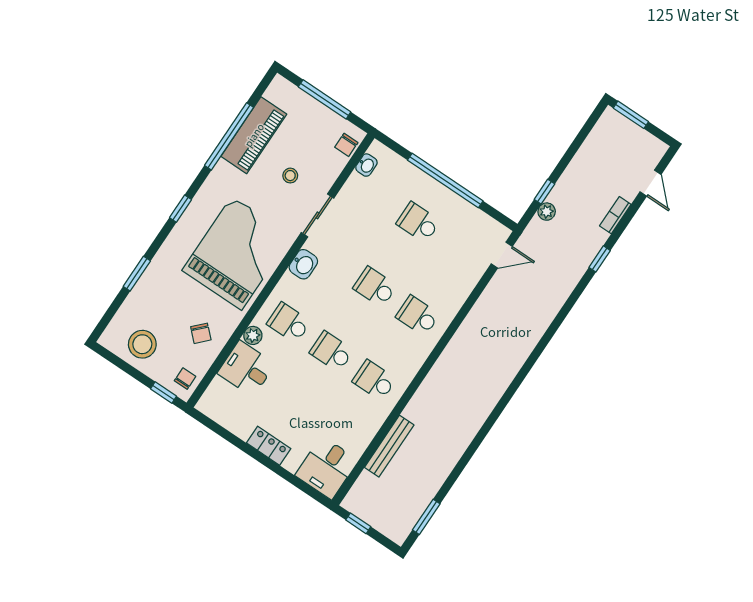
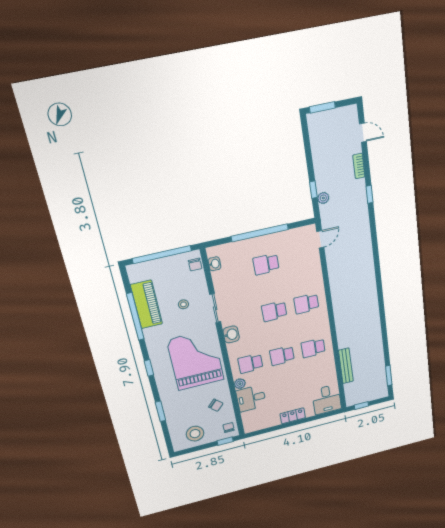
window: (325, 99) -> (162, 255), width x1.46

